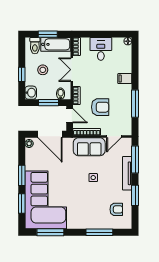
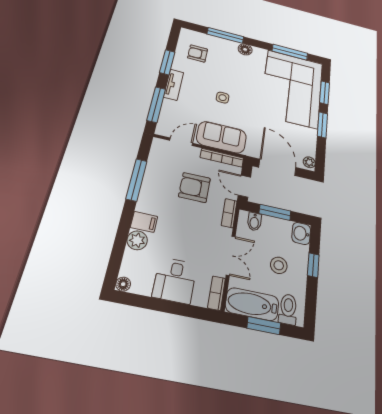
plant: (126, 67) -> (137, 240), added
tv unit: (127, 173) -> (174, 85), width x0.71
floor lamp: (83, 224) -> (245, 49), added

